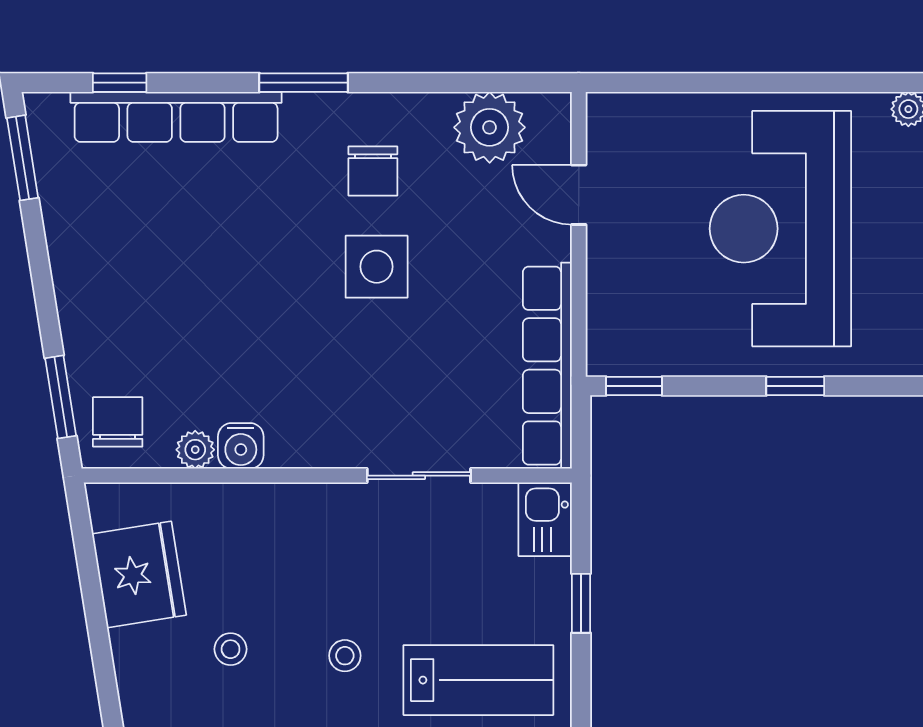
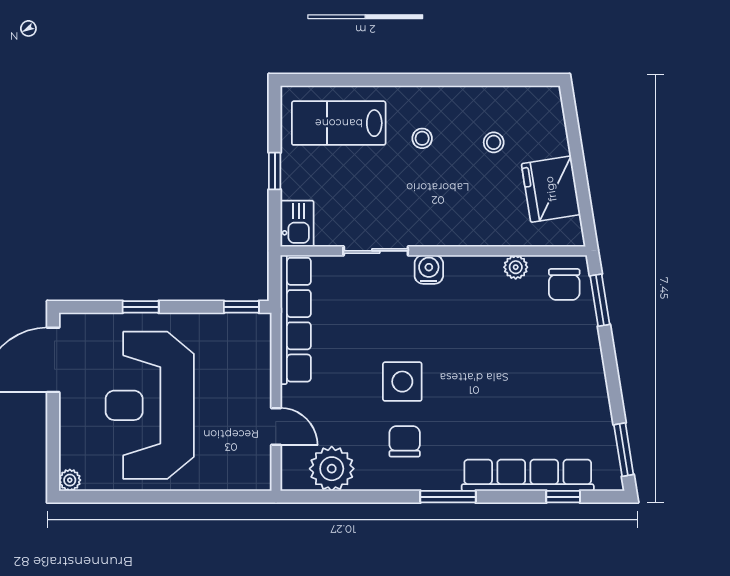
reception desk: (780, 229) -> (150, 405), turned 180
water cooler: (241, 446) -> (429, 270), moved

